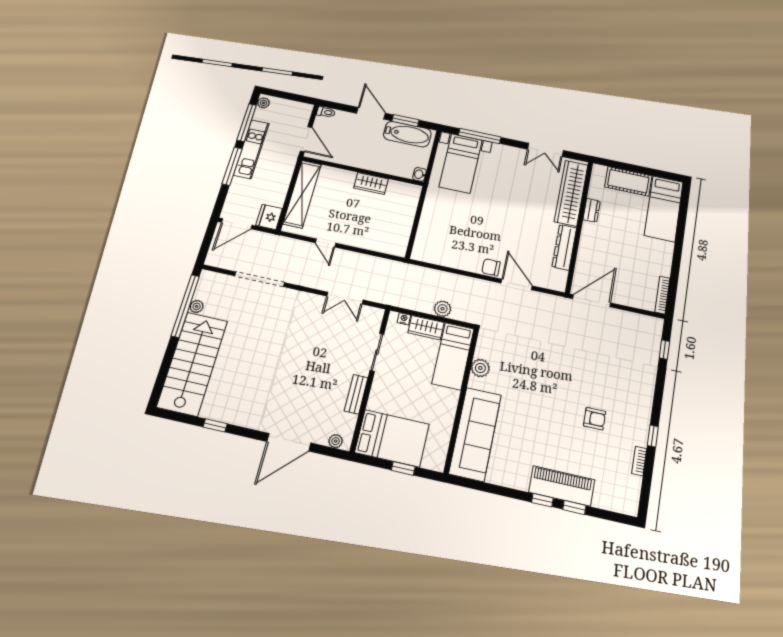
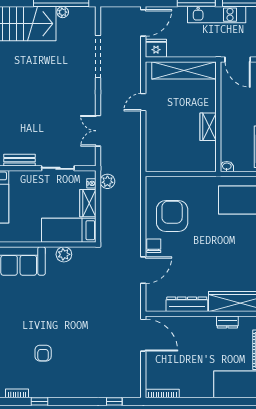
door: (306, 139) -> (238, 59), hinge flipped
door: (237, 224) -> (143, 23), swing flipped
armchair: (461, 241) -> (172, 216), added
plant: (443, 309) -> (107, 181), moved

